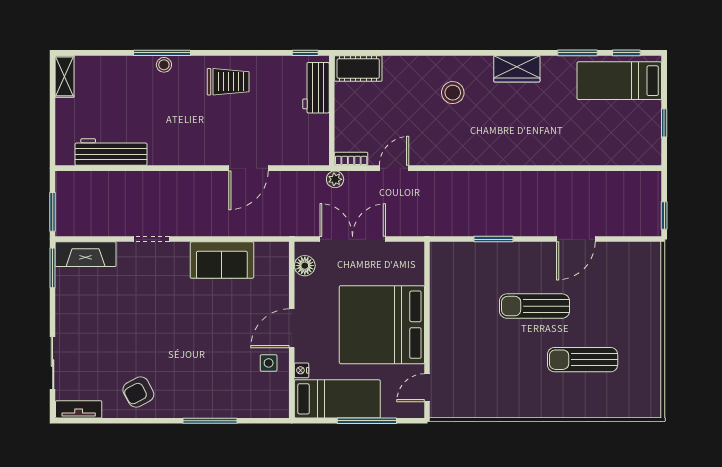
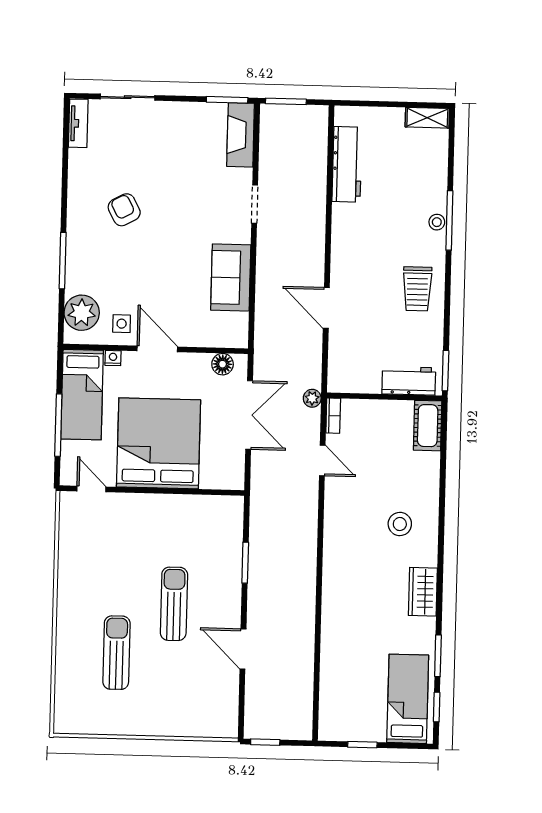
window: (305, 53) -> (445, 371), width x1.50
armchair: (138, 392) -> (124, 210), moved
plant: (259, 401) -> (82, 313), added

